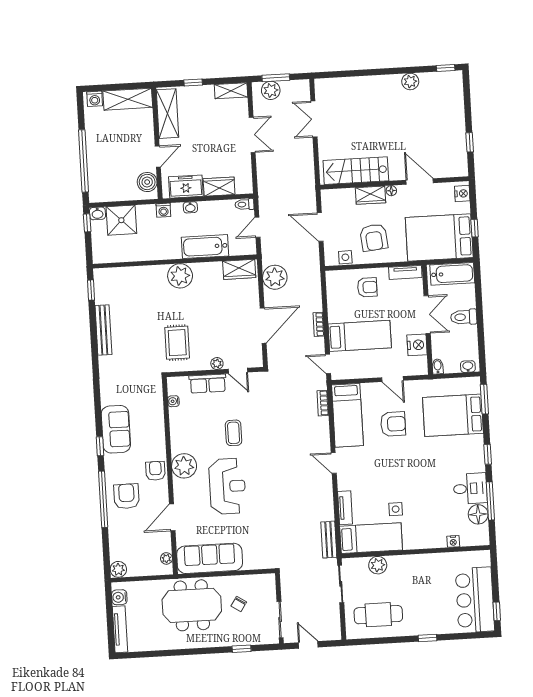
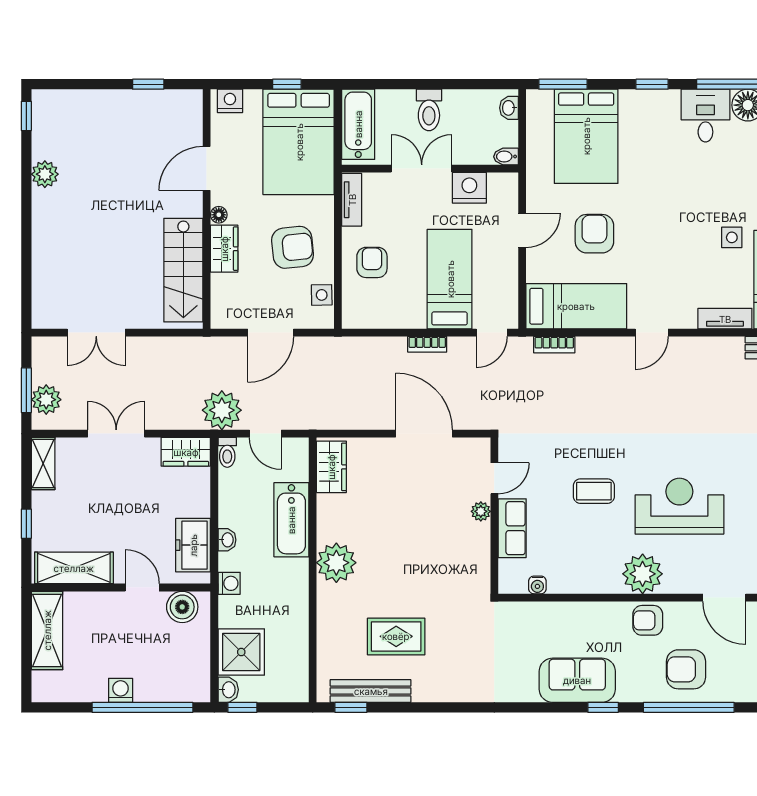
washing machine: (95, 99) -> (121, 690), moved, turned -90
wardrobe: (219, 187) -> (186, 452), moved, turned -90
plant: (275, 277) -> (222, 410), moved
bench: (103, 330) -> (371, 691), moved
rug: (177, 343) -> (396, 636), moved

